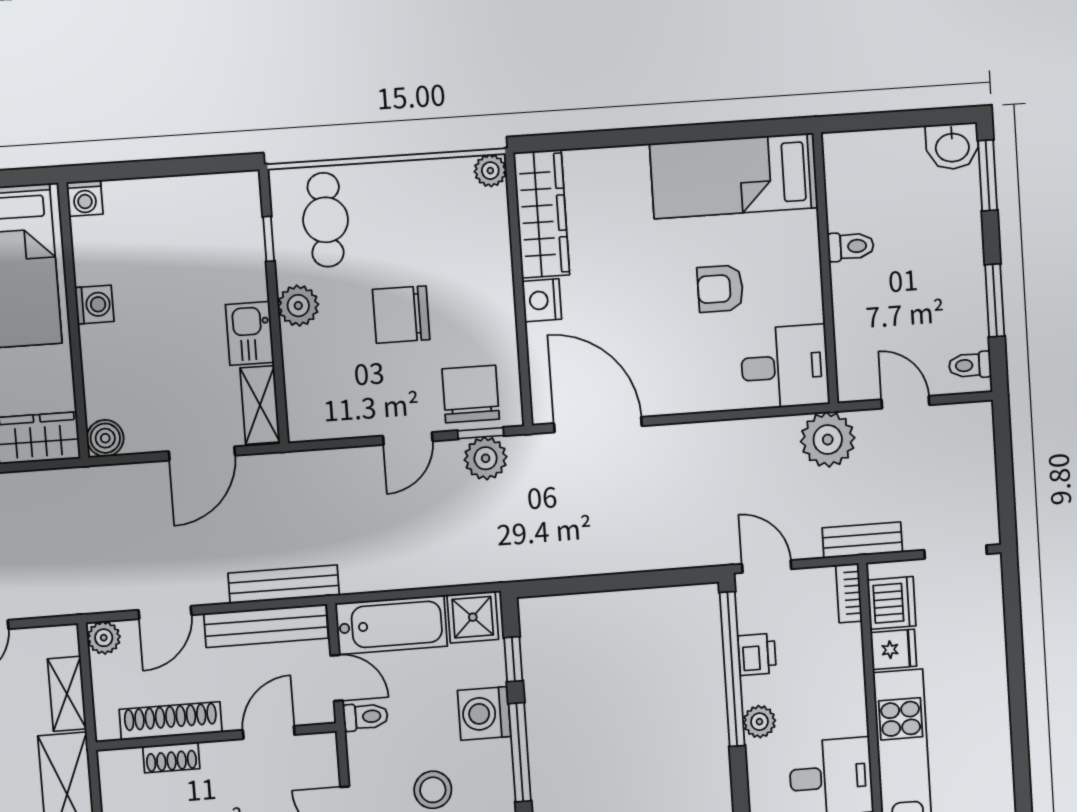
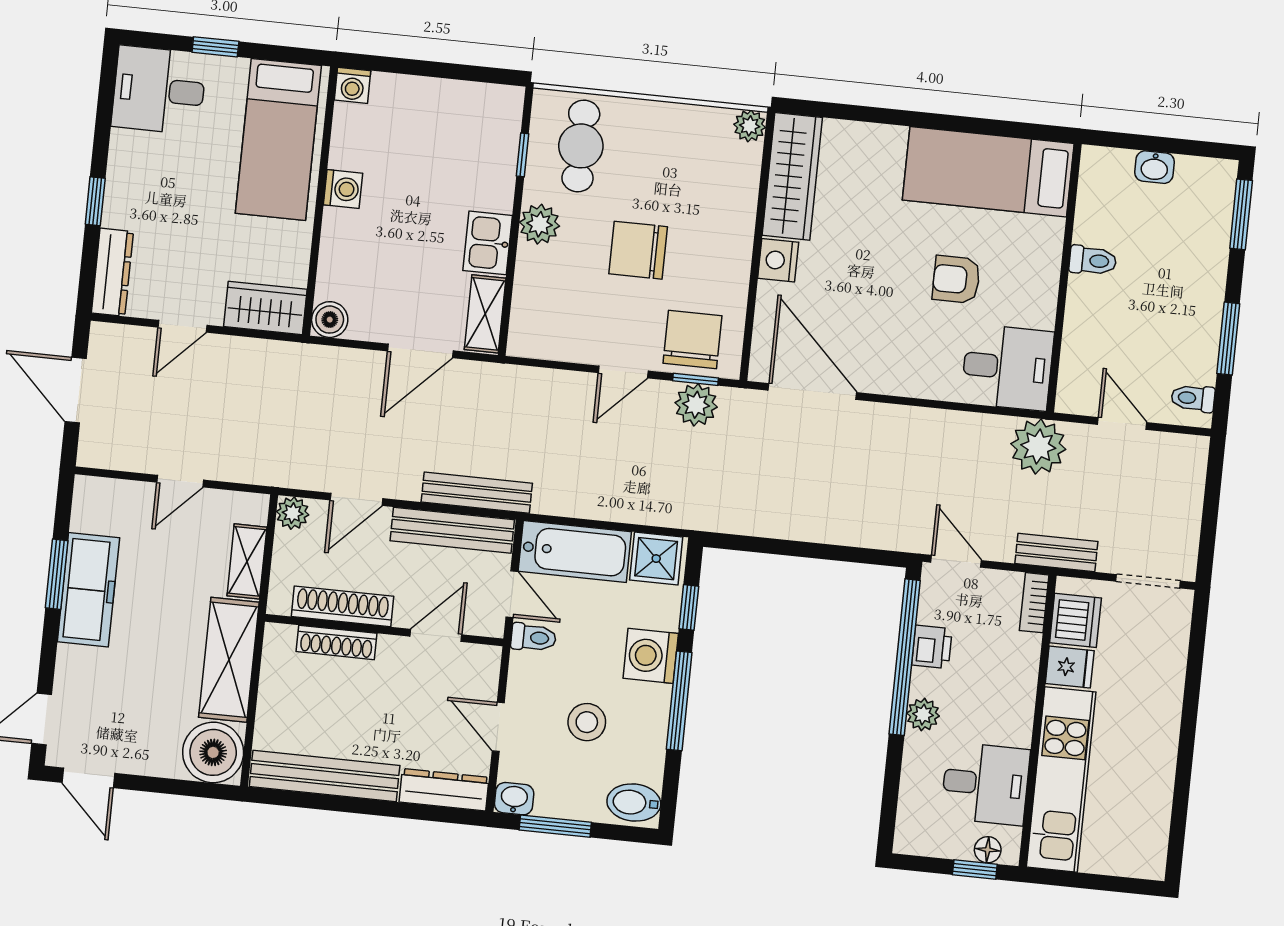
washbasin: (952, 146) -> (1155, 167), moved, width x0.72, depth x0.69
shoe rack: (171, 757) -> (337, 642), width x1.43

